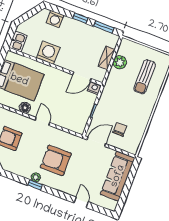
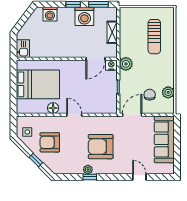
washing machine: (48, 53) -> (84, 16), moved, turned 180
plant: (120, 62) -> (126, 64), moved
plant: (138, 134) -> (168, 92), added

